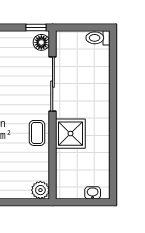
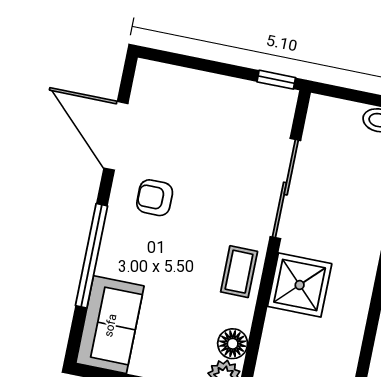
floor lamp: (41, 42) -> (233, 344), moved

